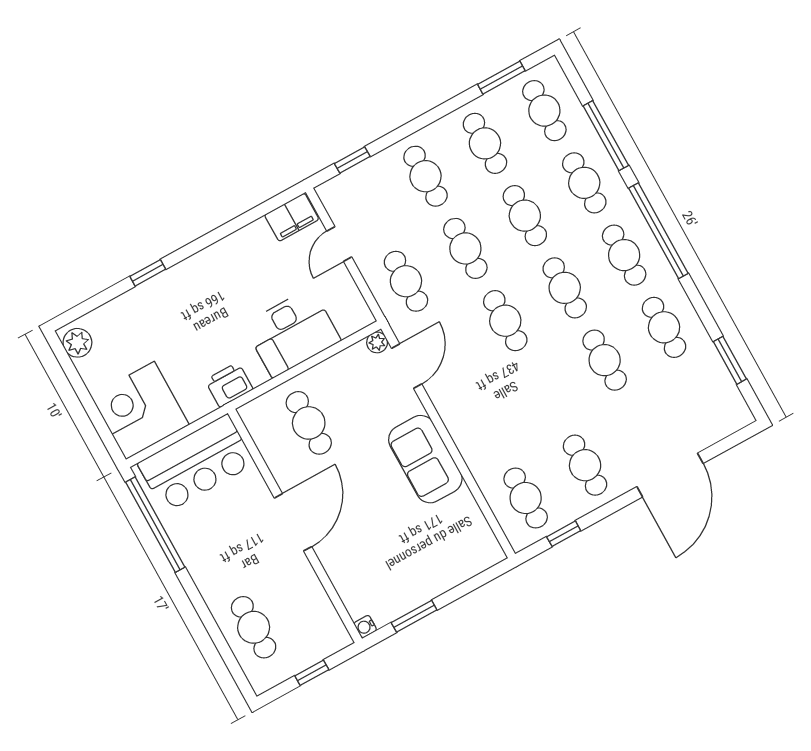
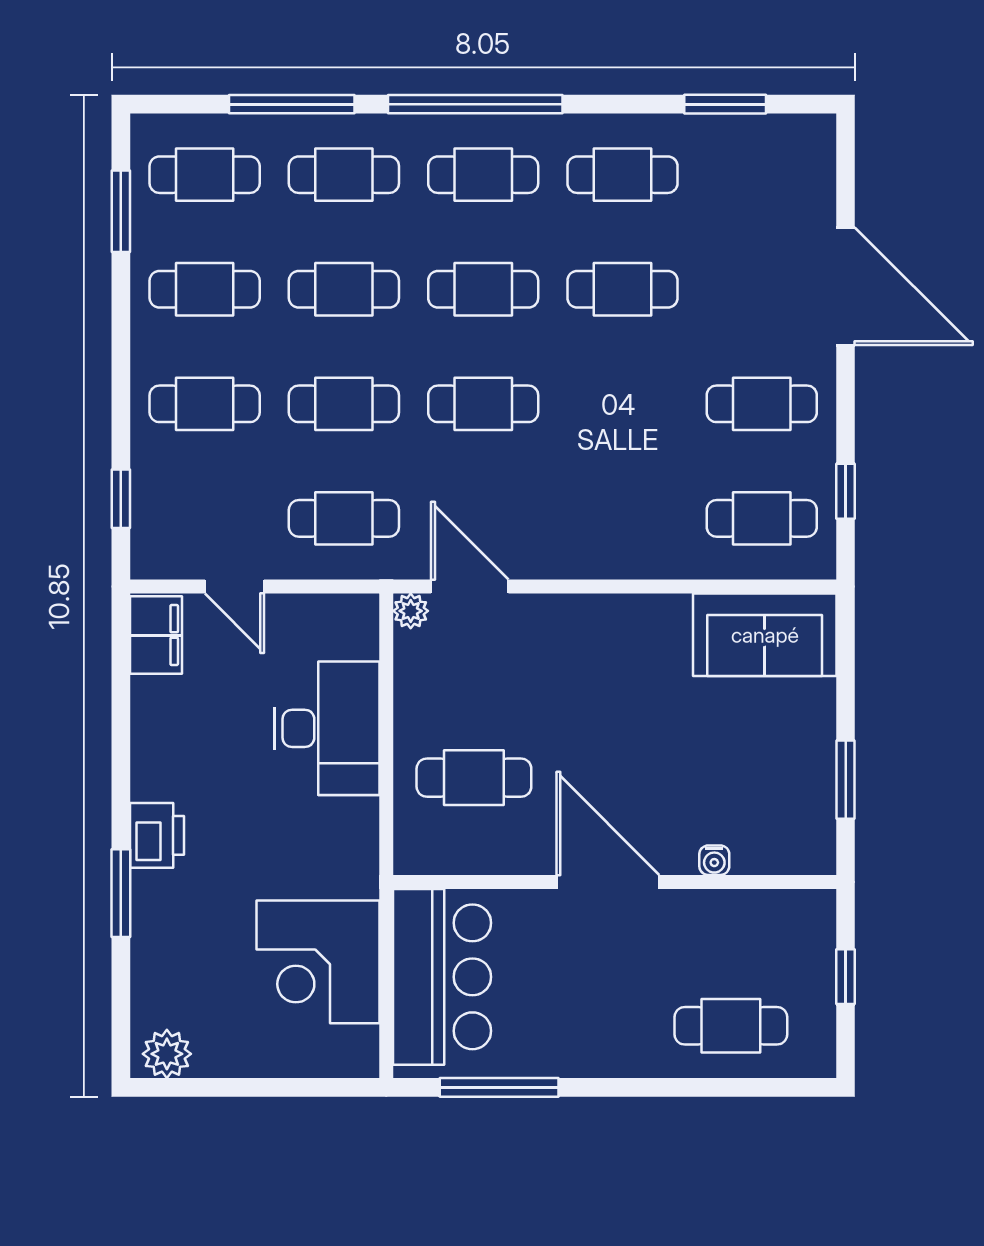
window: (148, 273) -> (121, 893), width x1.50
printer: (229, 385) -> (157, 835), moved, turned 180
corner desk: (140, 410) -> (318, 962), moved
sofa: (425, 459) -> (765, 635), moved
window: (155, 525) -> (499, 1087), width x0.68
water cooler: (365, 627) -> (714, 860), moved

